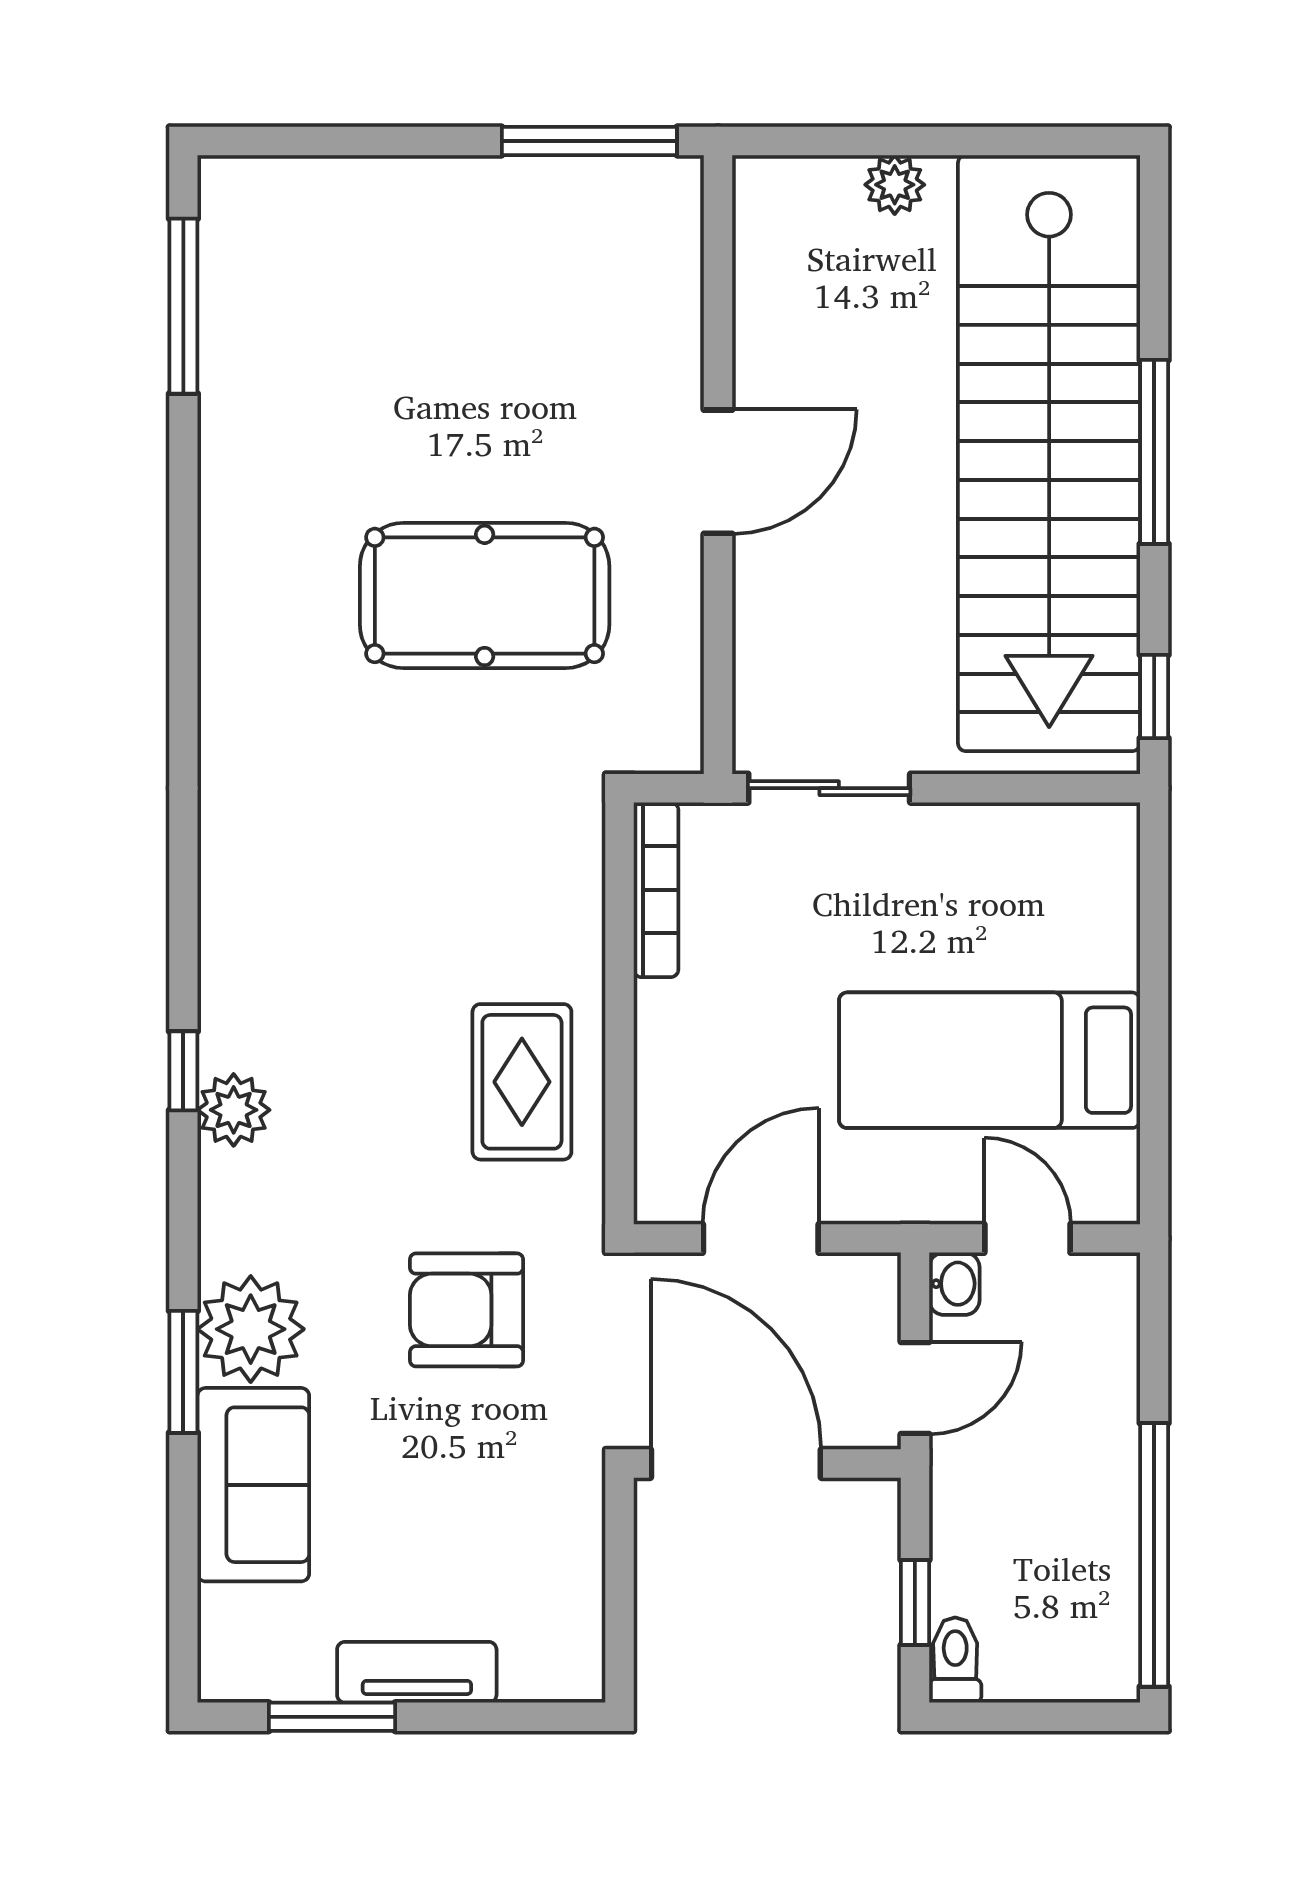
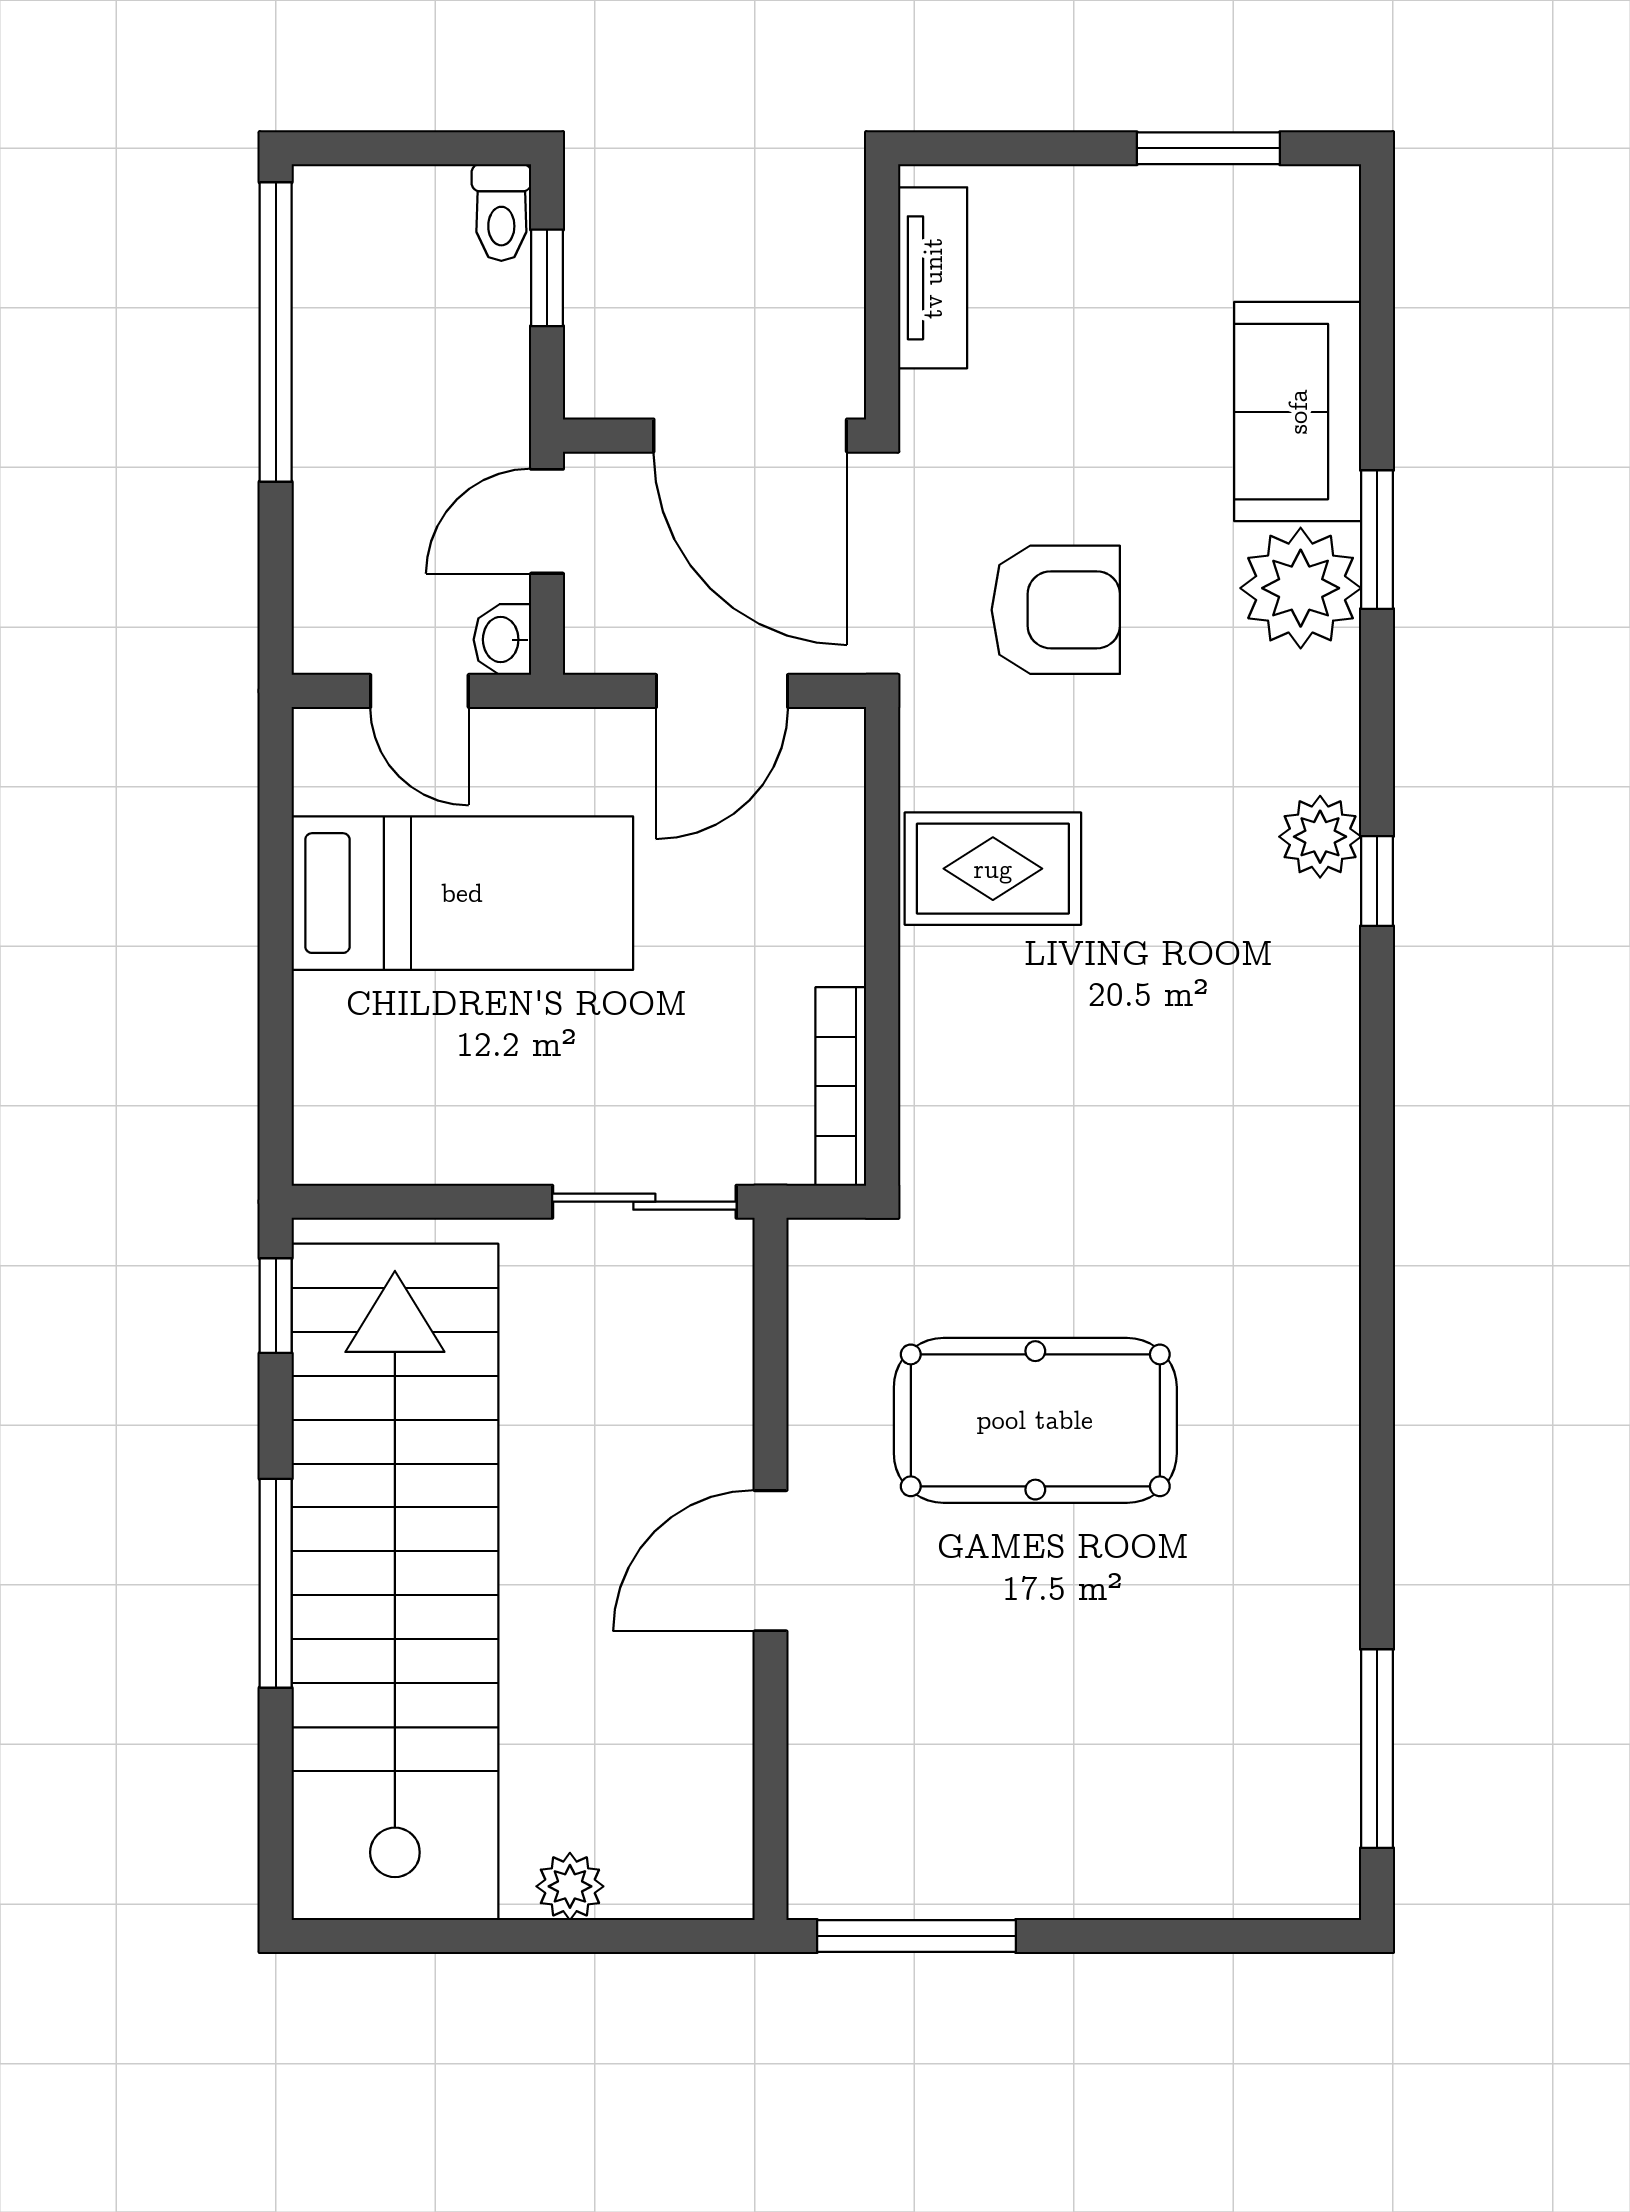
rug: (522, 1082) -> (993, 869), turned 90
tv unit: (417, 1672) -> (933, 278), moved, turned -90

